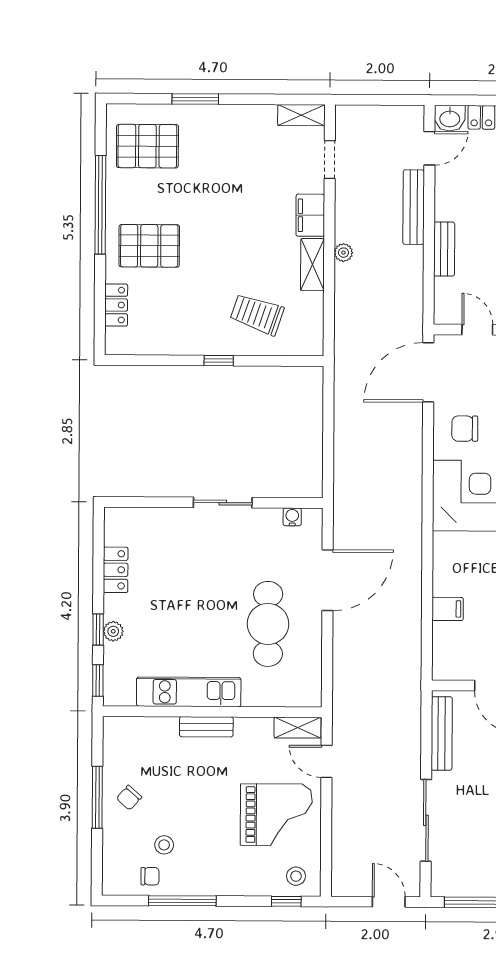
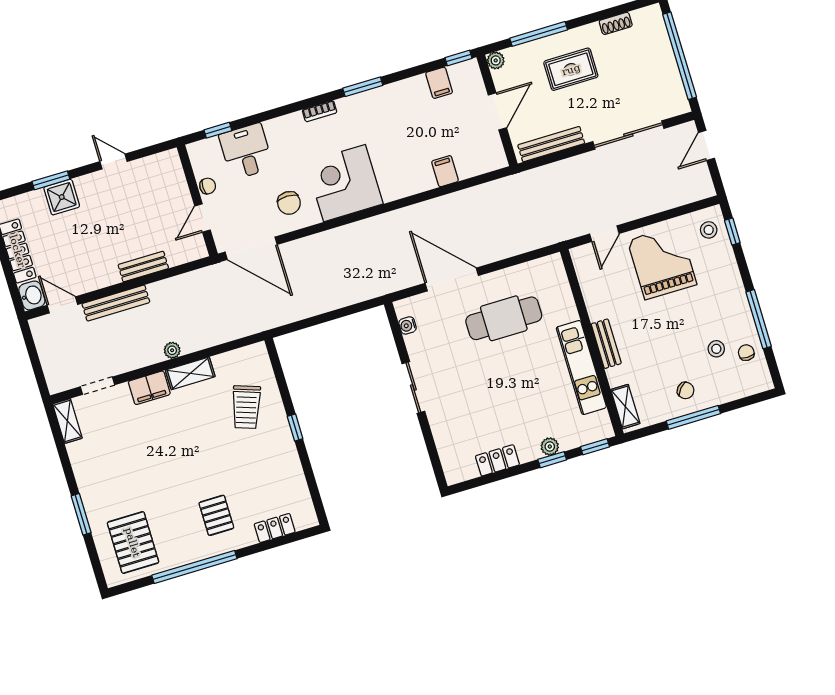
pallet: (149, 246) -> (216, 515), width x0.67, depth x0.71
shelving: (297, 728) -> (625, 407), moved

